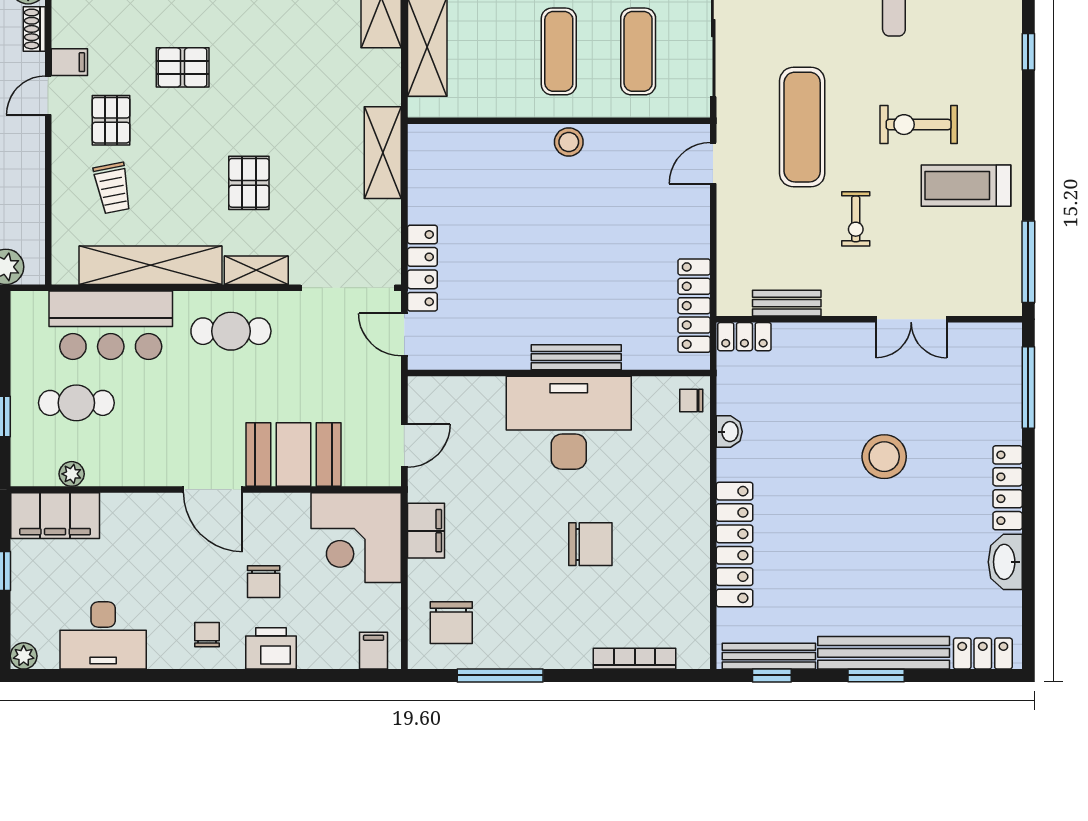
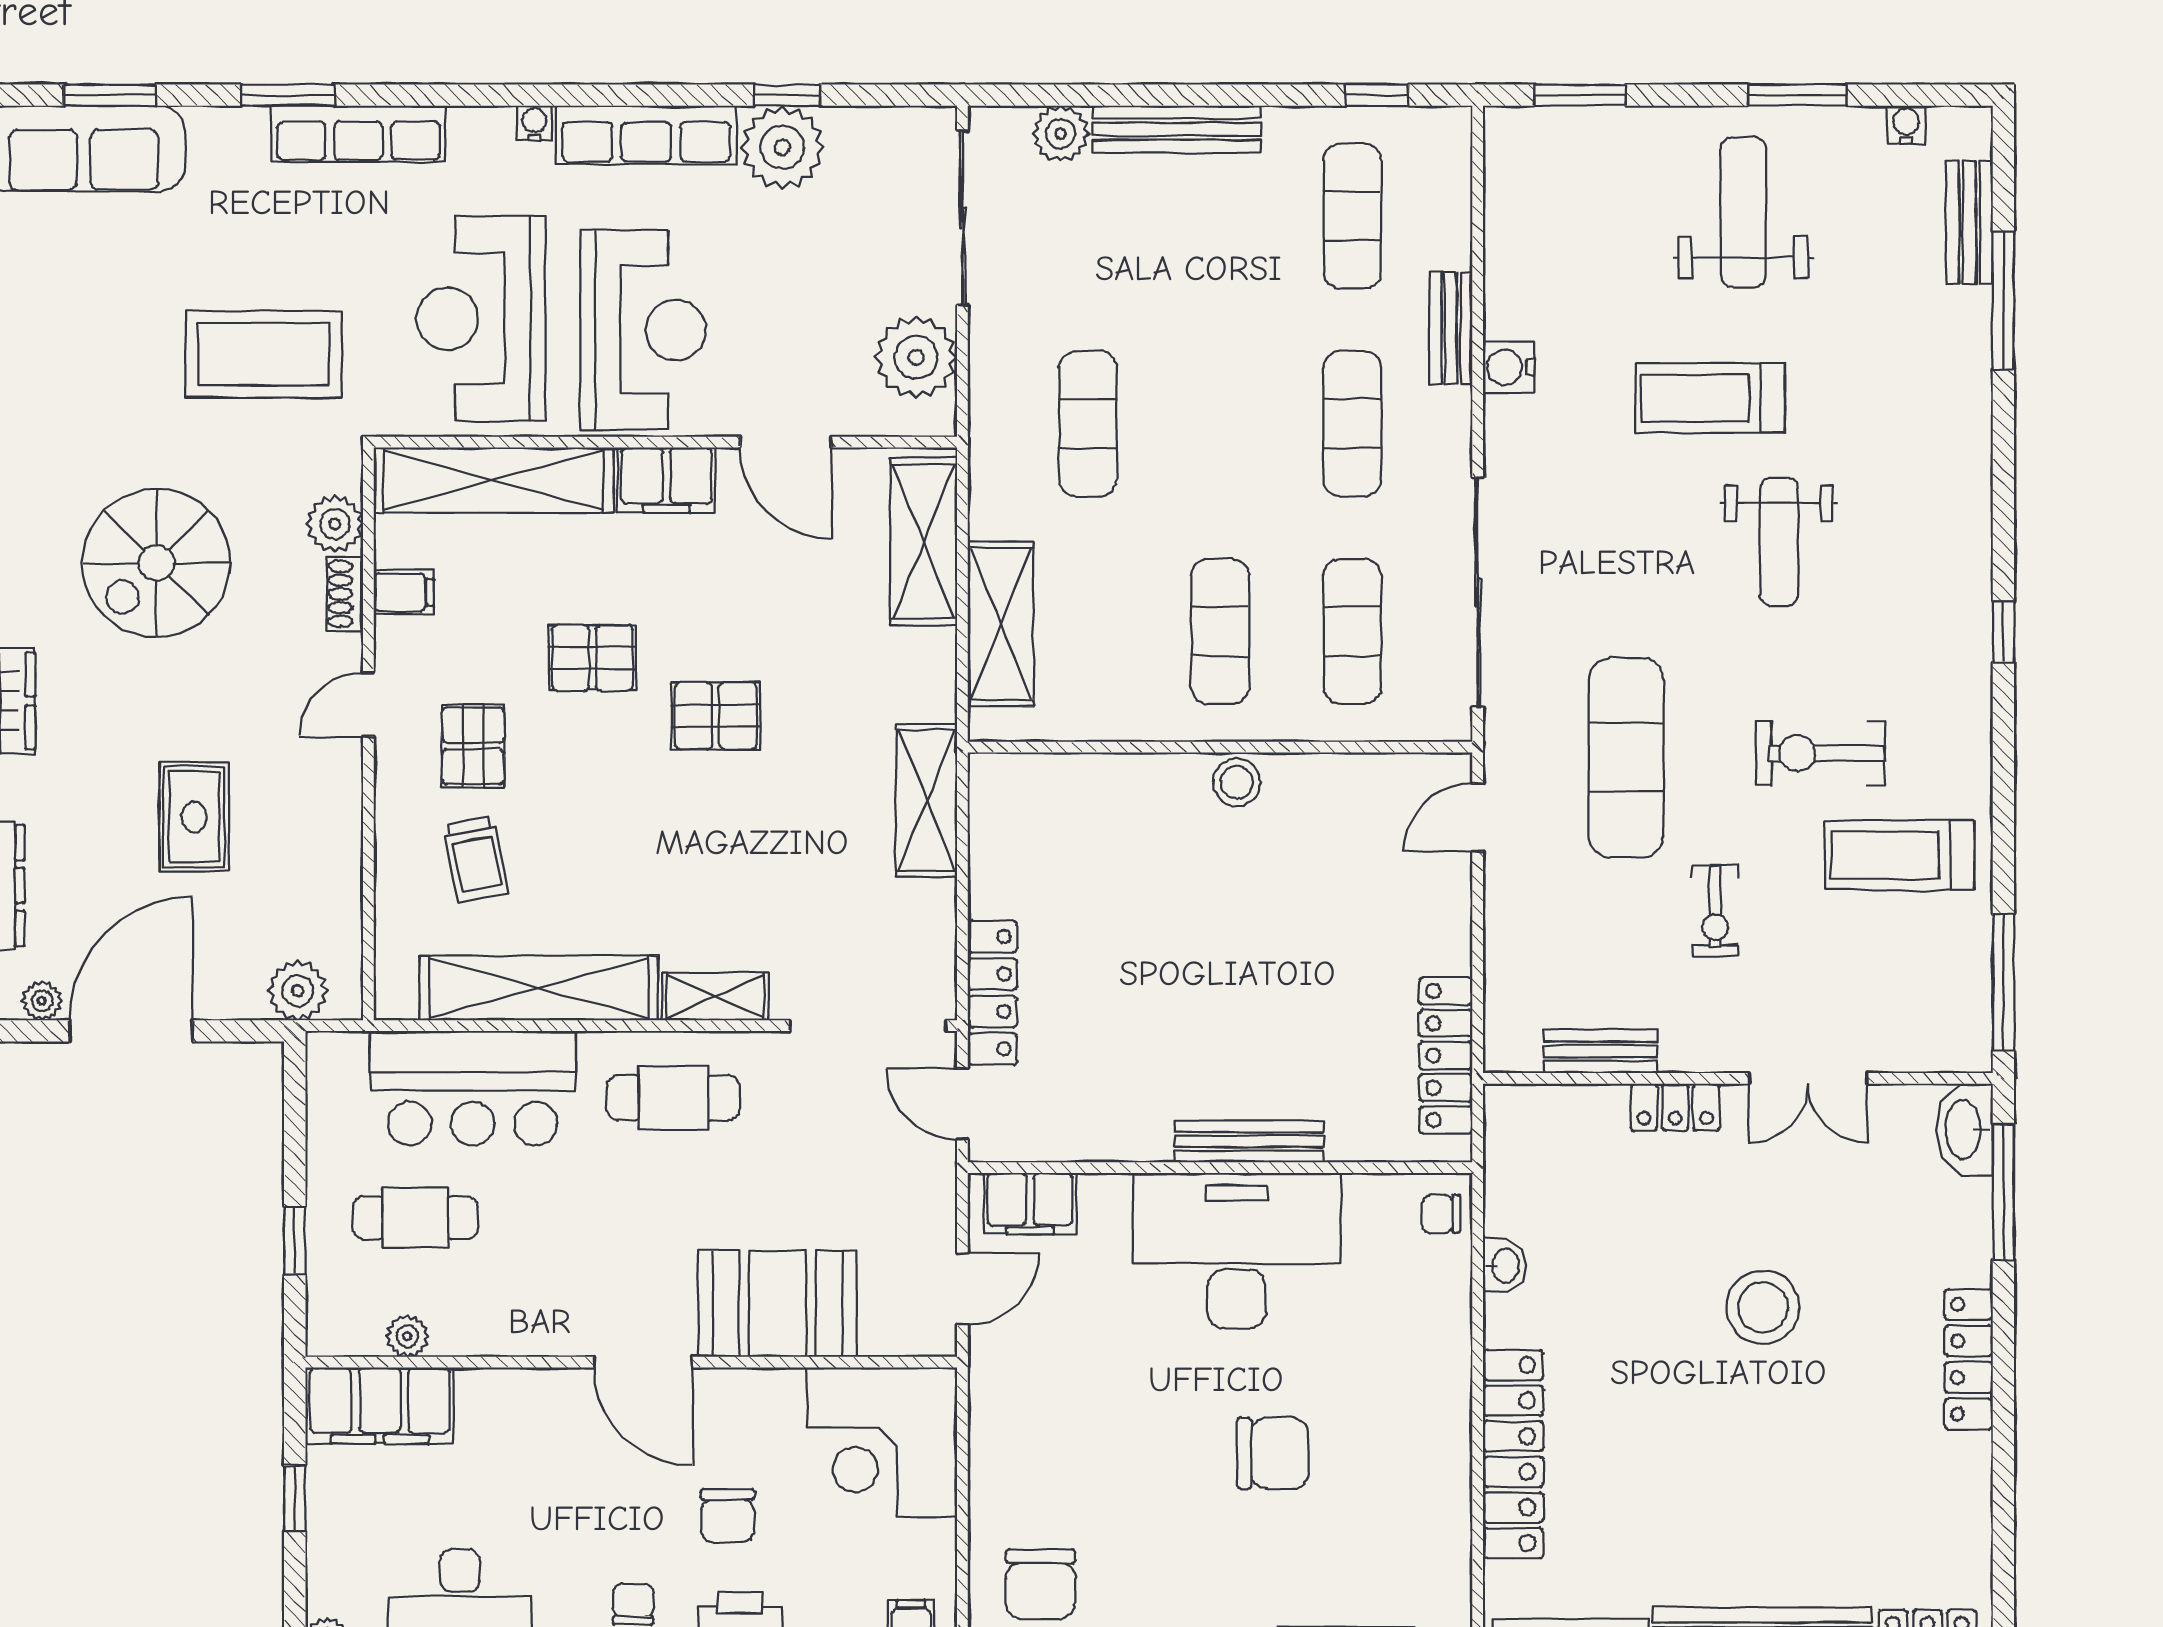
filing cabinet: (69, 62) -> (404, 592), moved
pallet: (249, 183) -> (716, 716), moved, turned 90
locker: (744, 337) -> (1675, 1107), moved
filing cabinet: (426, 531) -> (1030, 1204), moved, turned 90
washbasin: (1005, 562) -> (1965, 1130), moved

